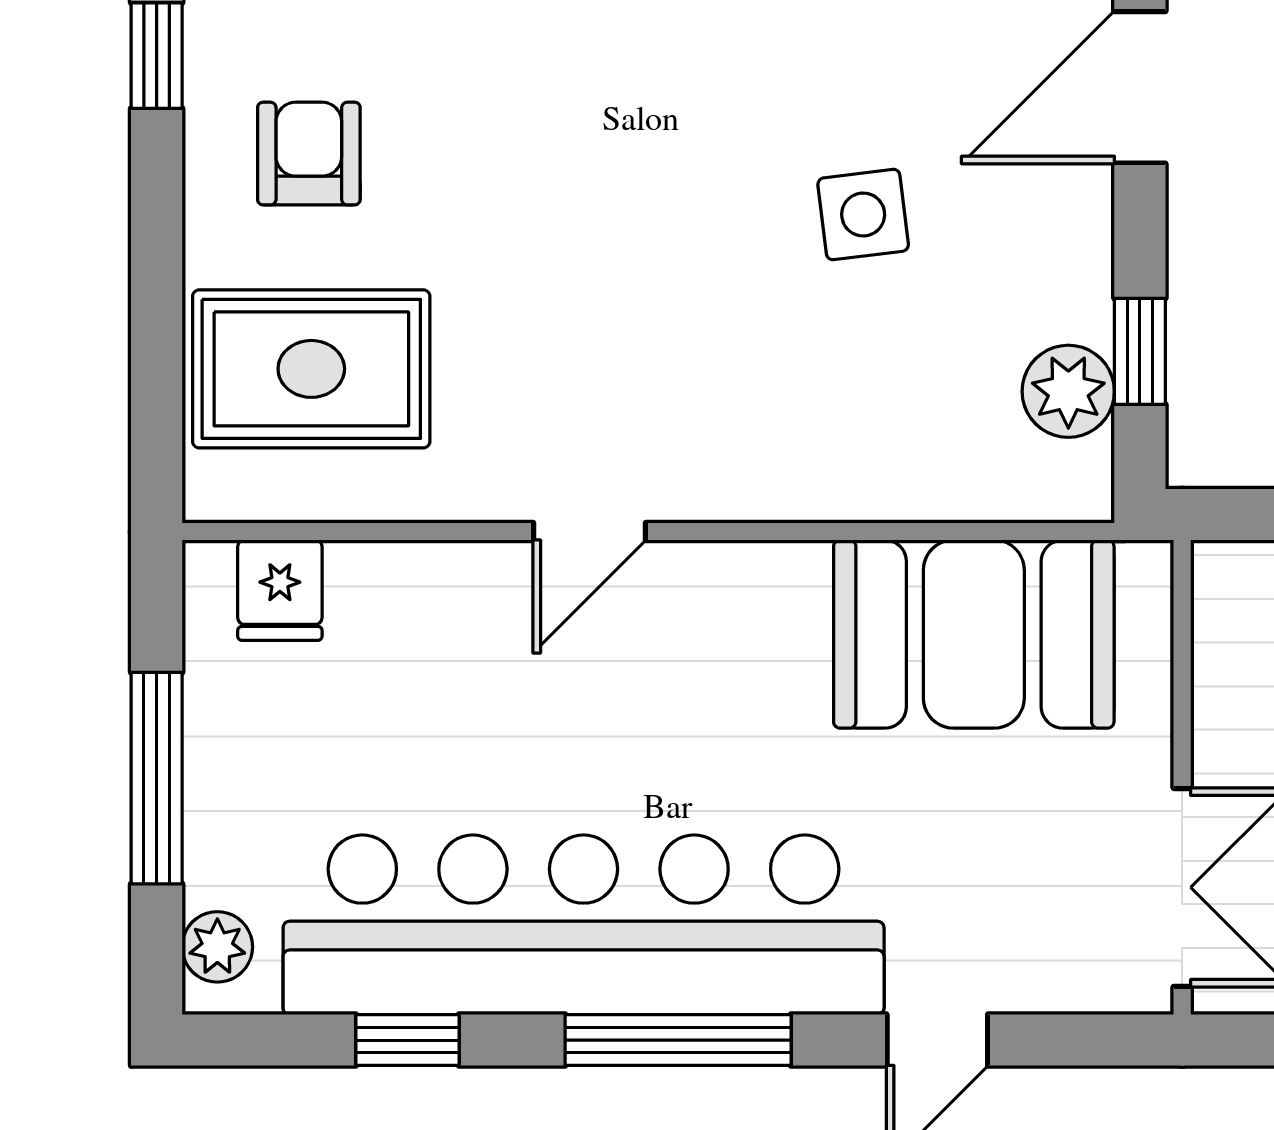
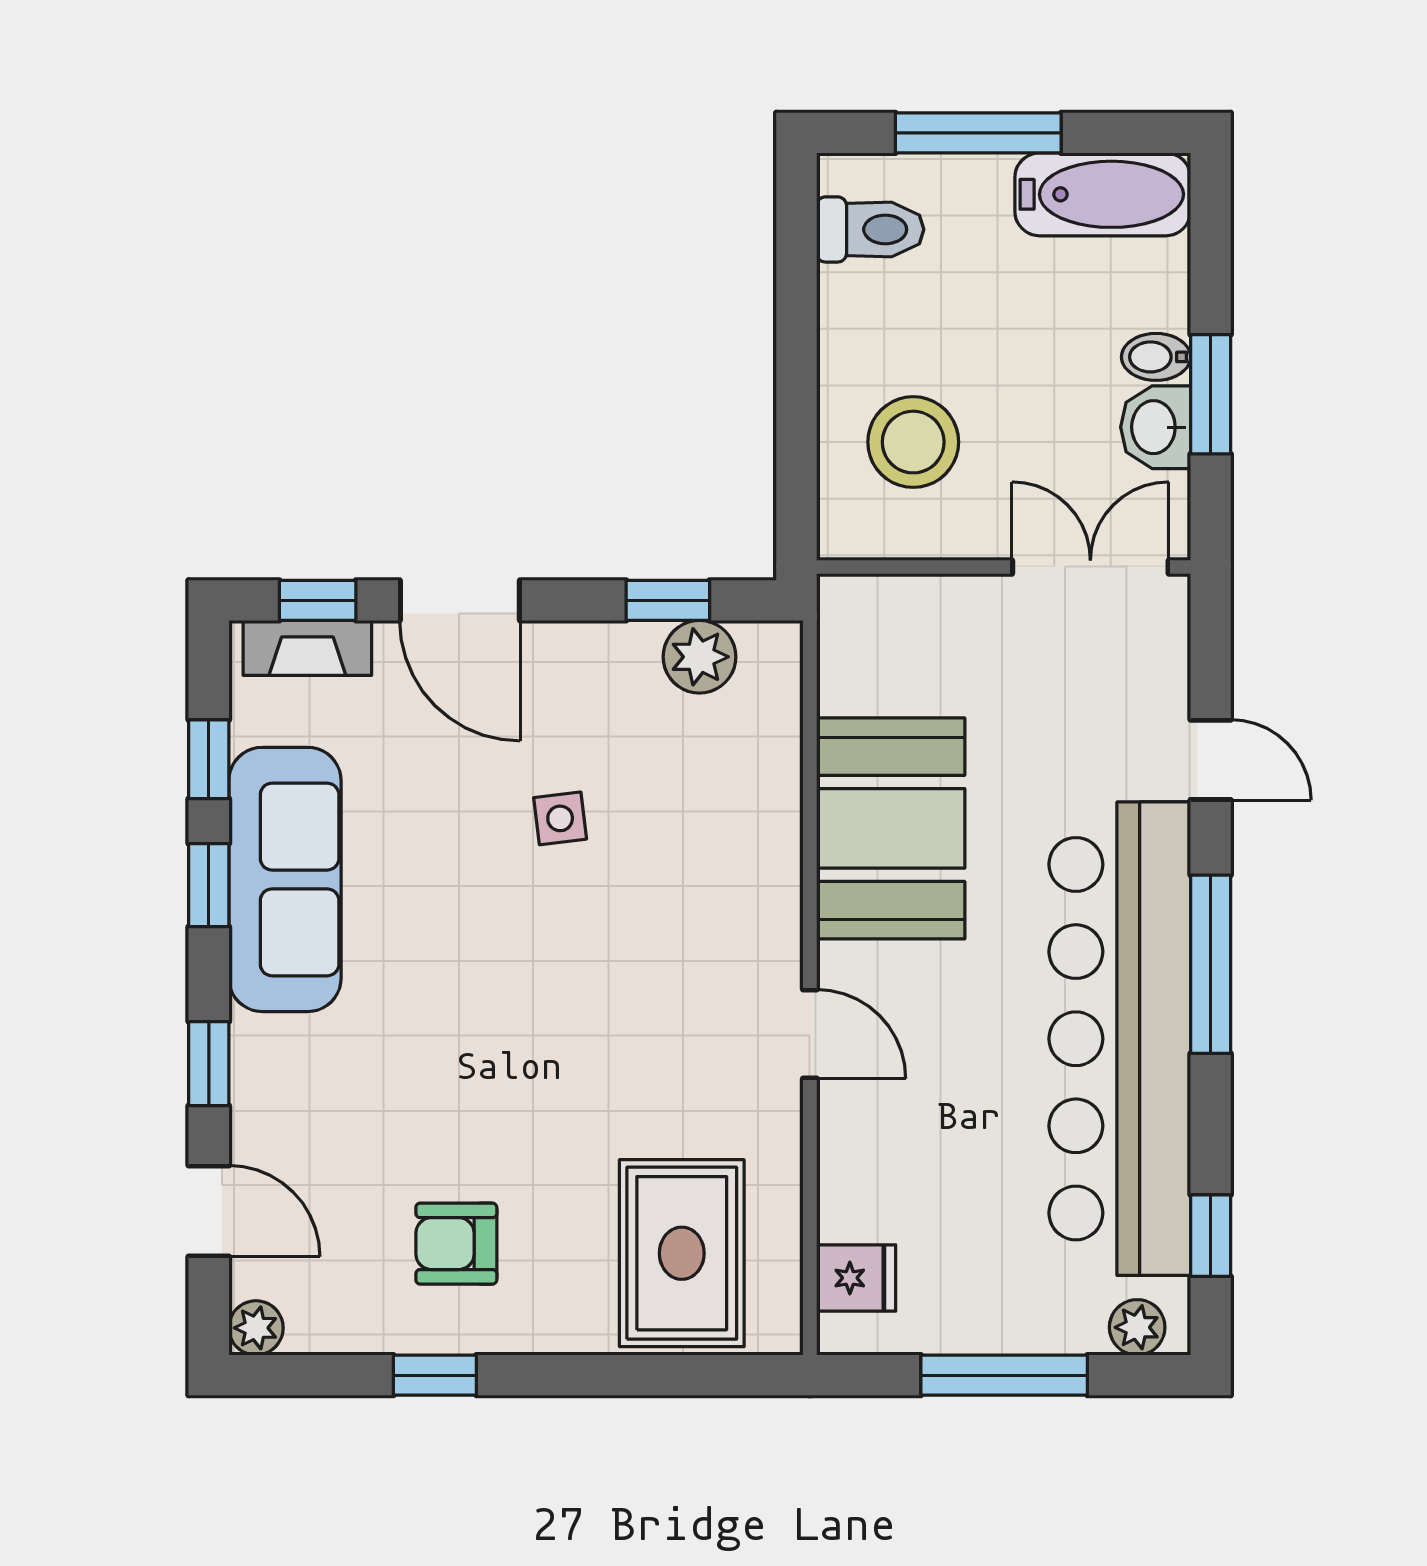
armchair: (309, 154) -> (456, 1244), moved
side table: (863, 215) -> (560, 818), width x0.73, depth x0.73
booth: (974, 634) -> (891, 828), moved
window: (407, 1040) -> (1211, 1236), moved

